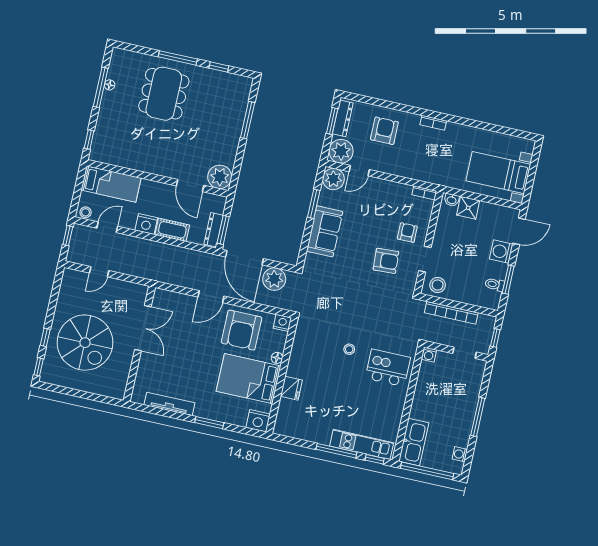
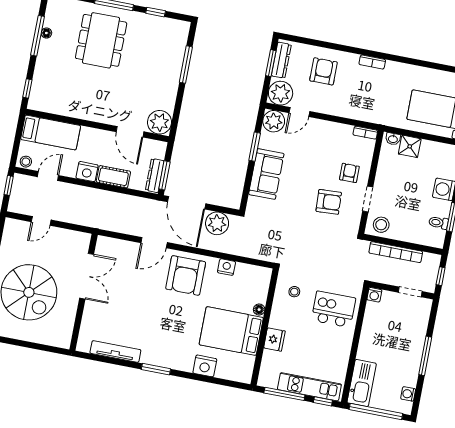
floor lamp: (277, 358) -> (259, 310), moved
wall: (282, 375) -> (265, 327), moved
bed: (249, 379) -> (231, 331), moved
fridge: (291, 388) -> (274, 339), moved

